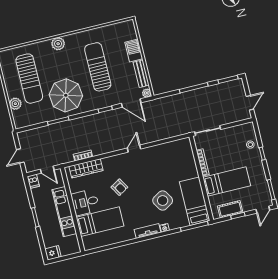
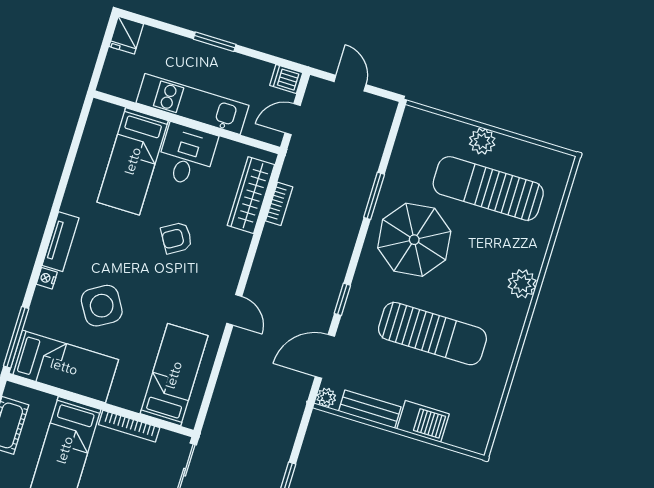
plant: (15, 104) -> (482, 141), moved
bed: (173, 157) -> (174, 375), added

